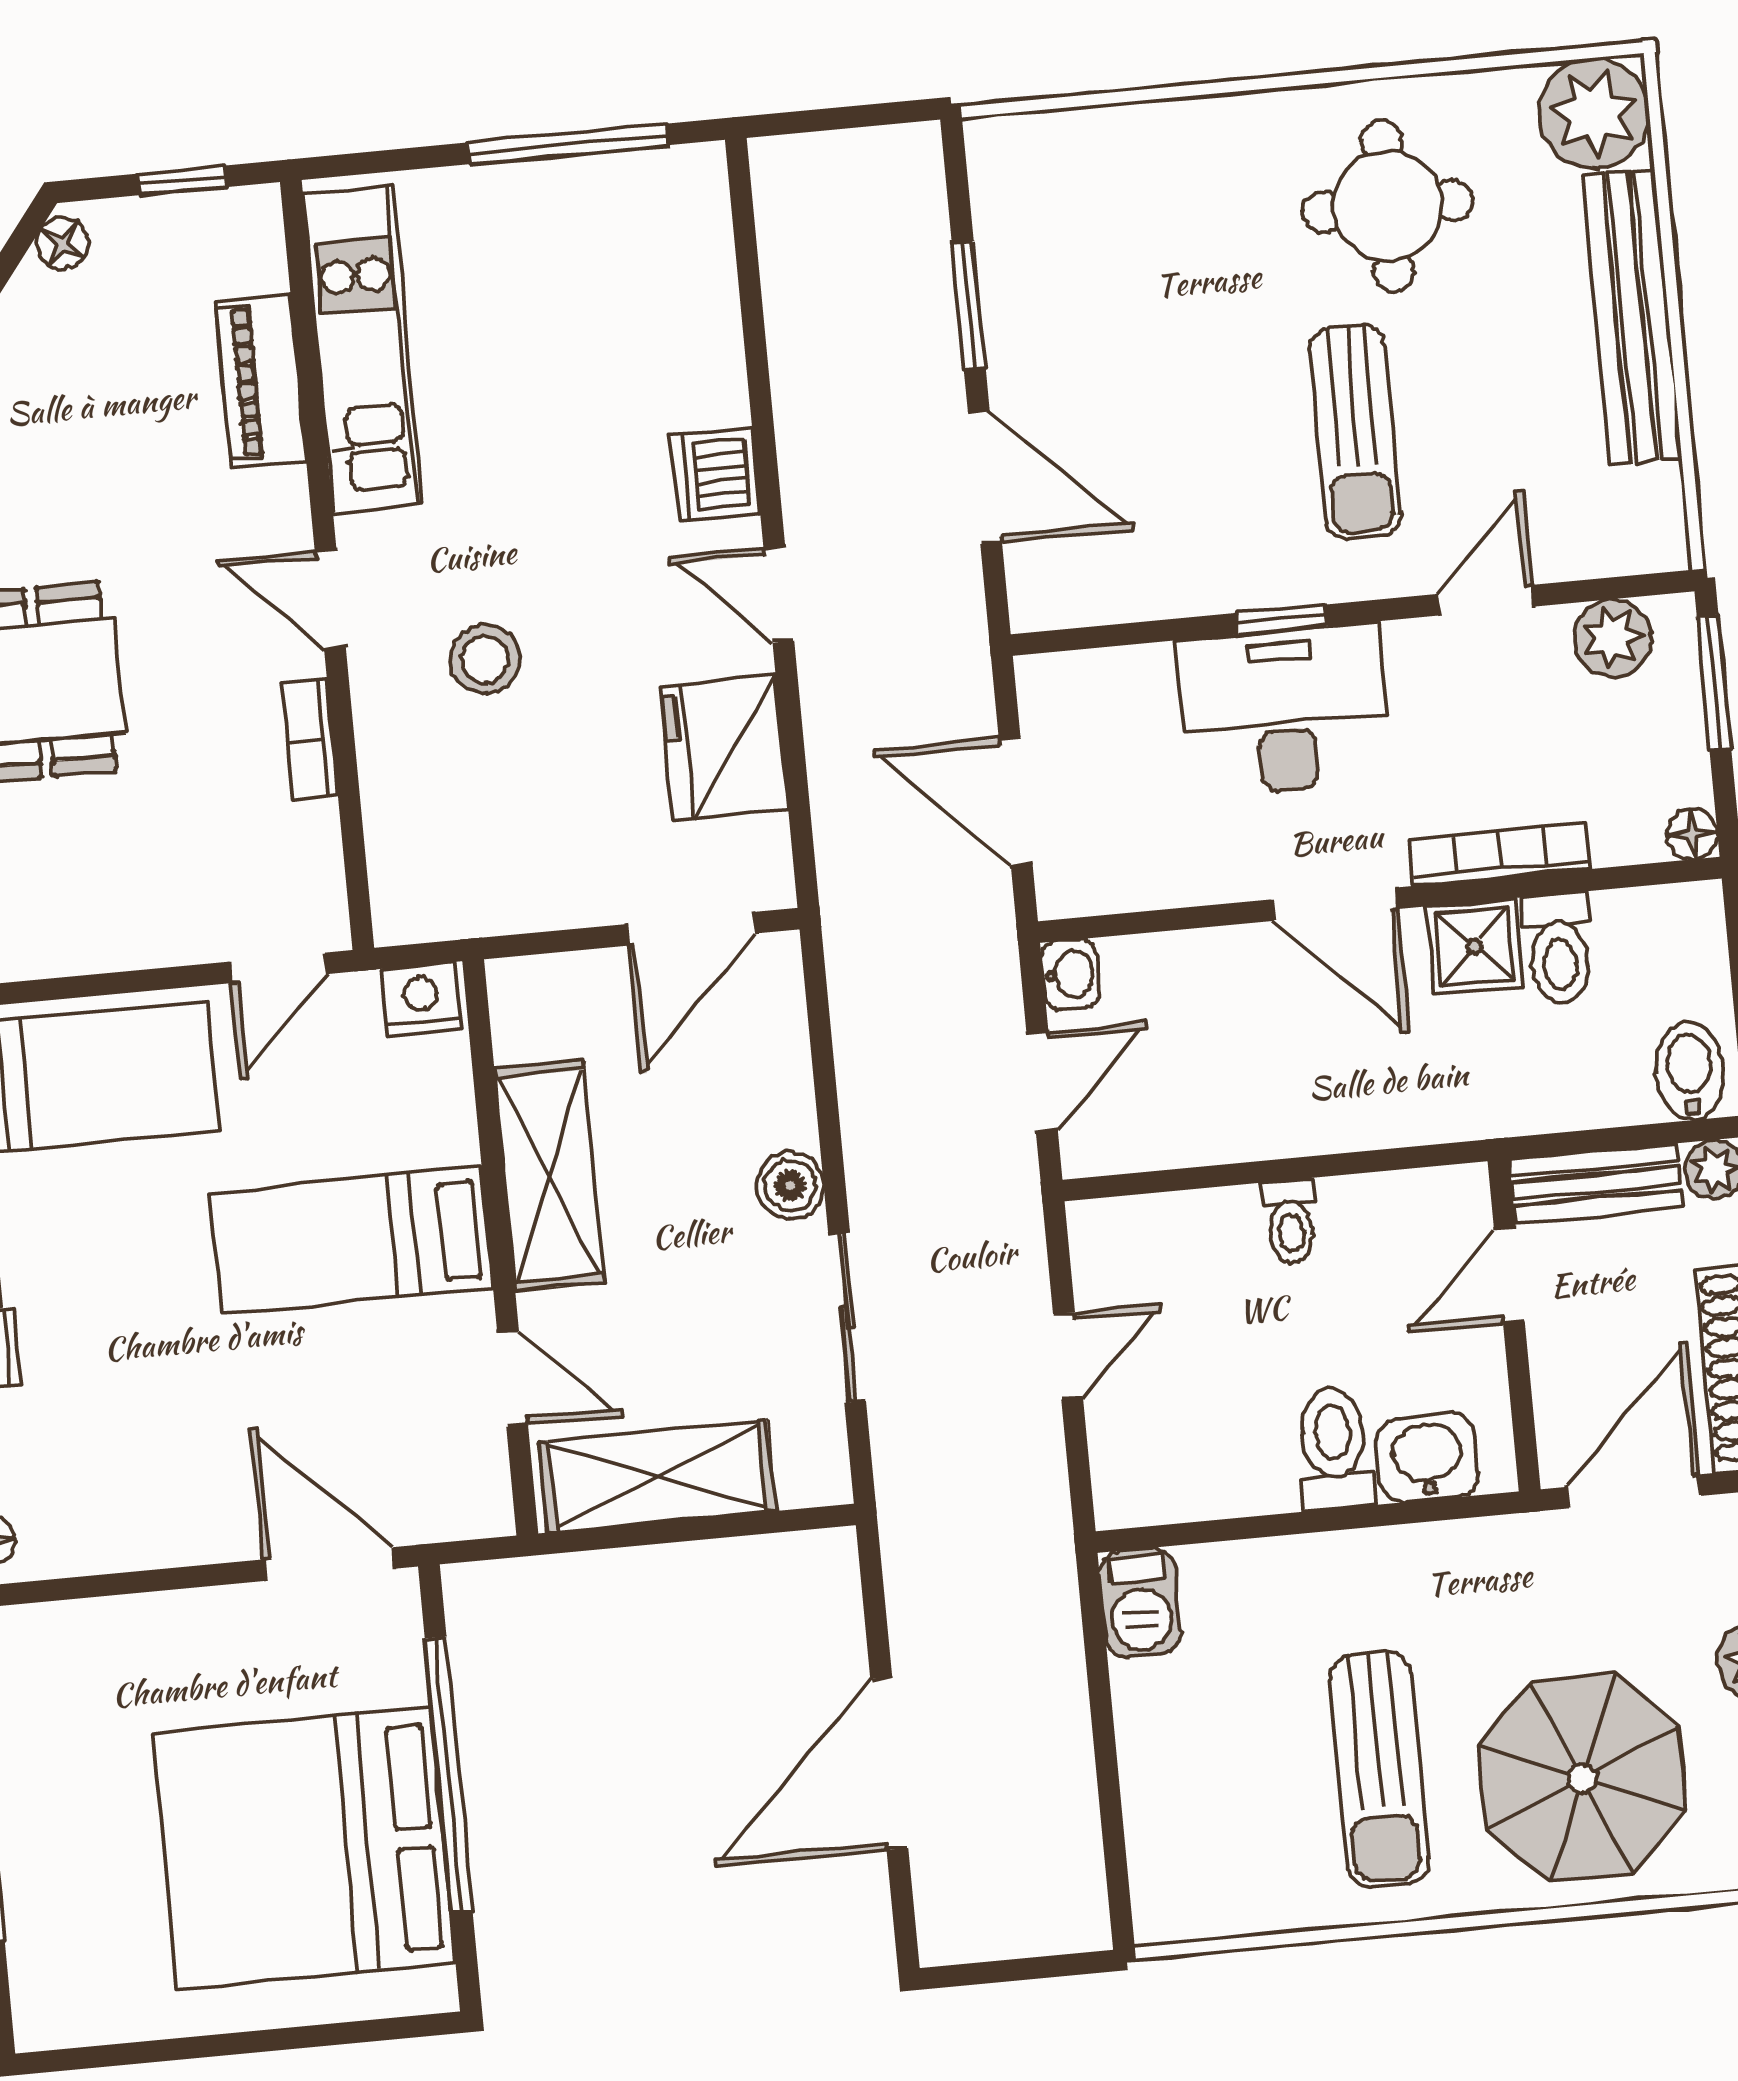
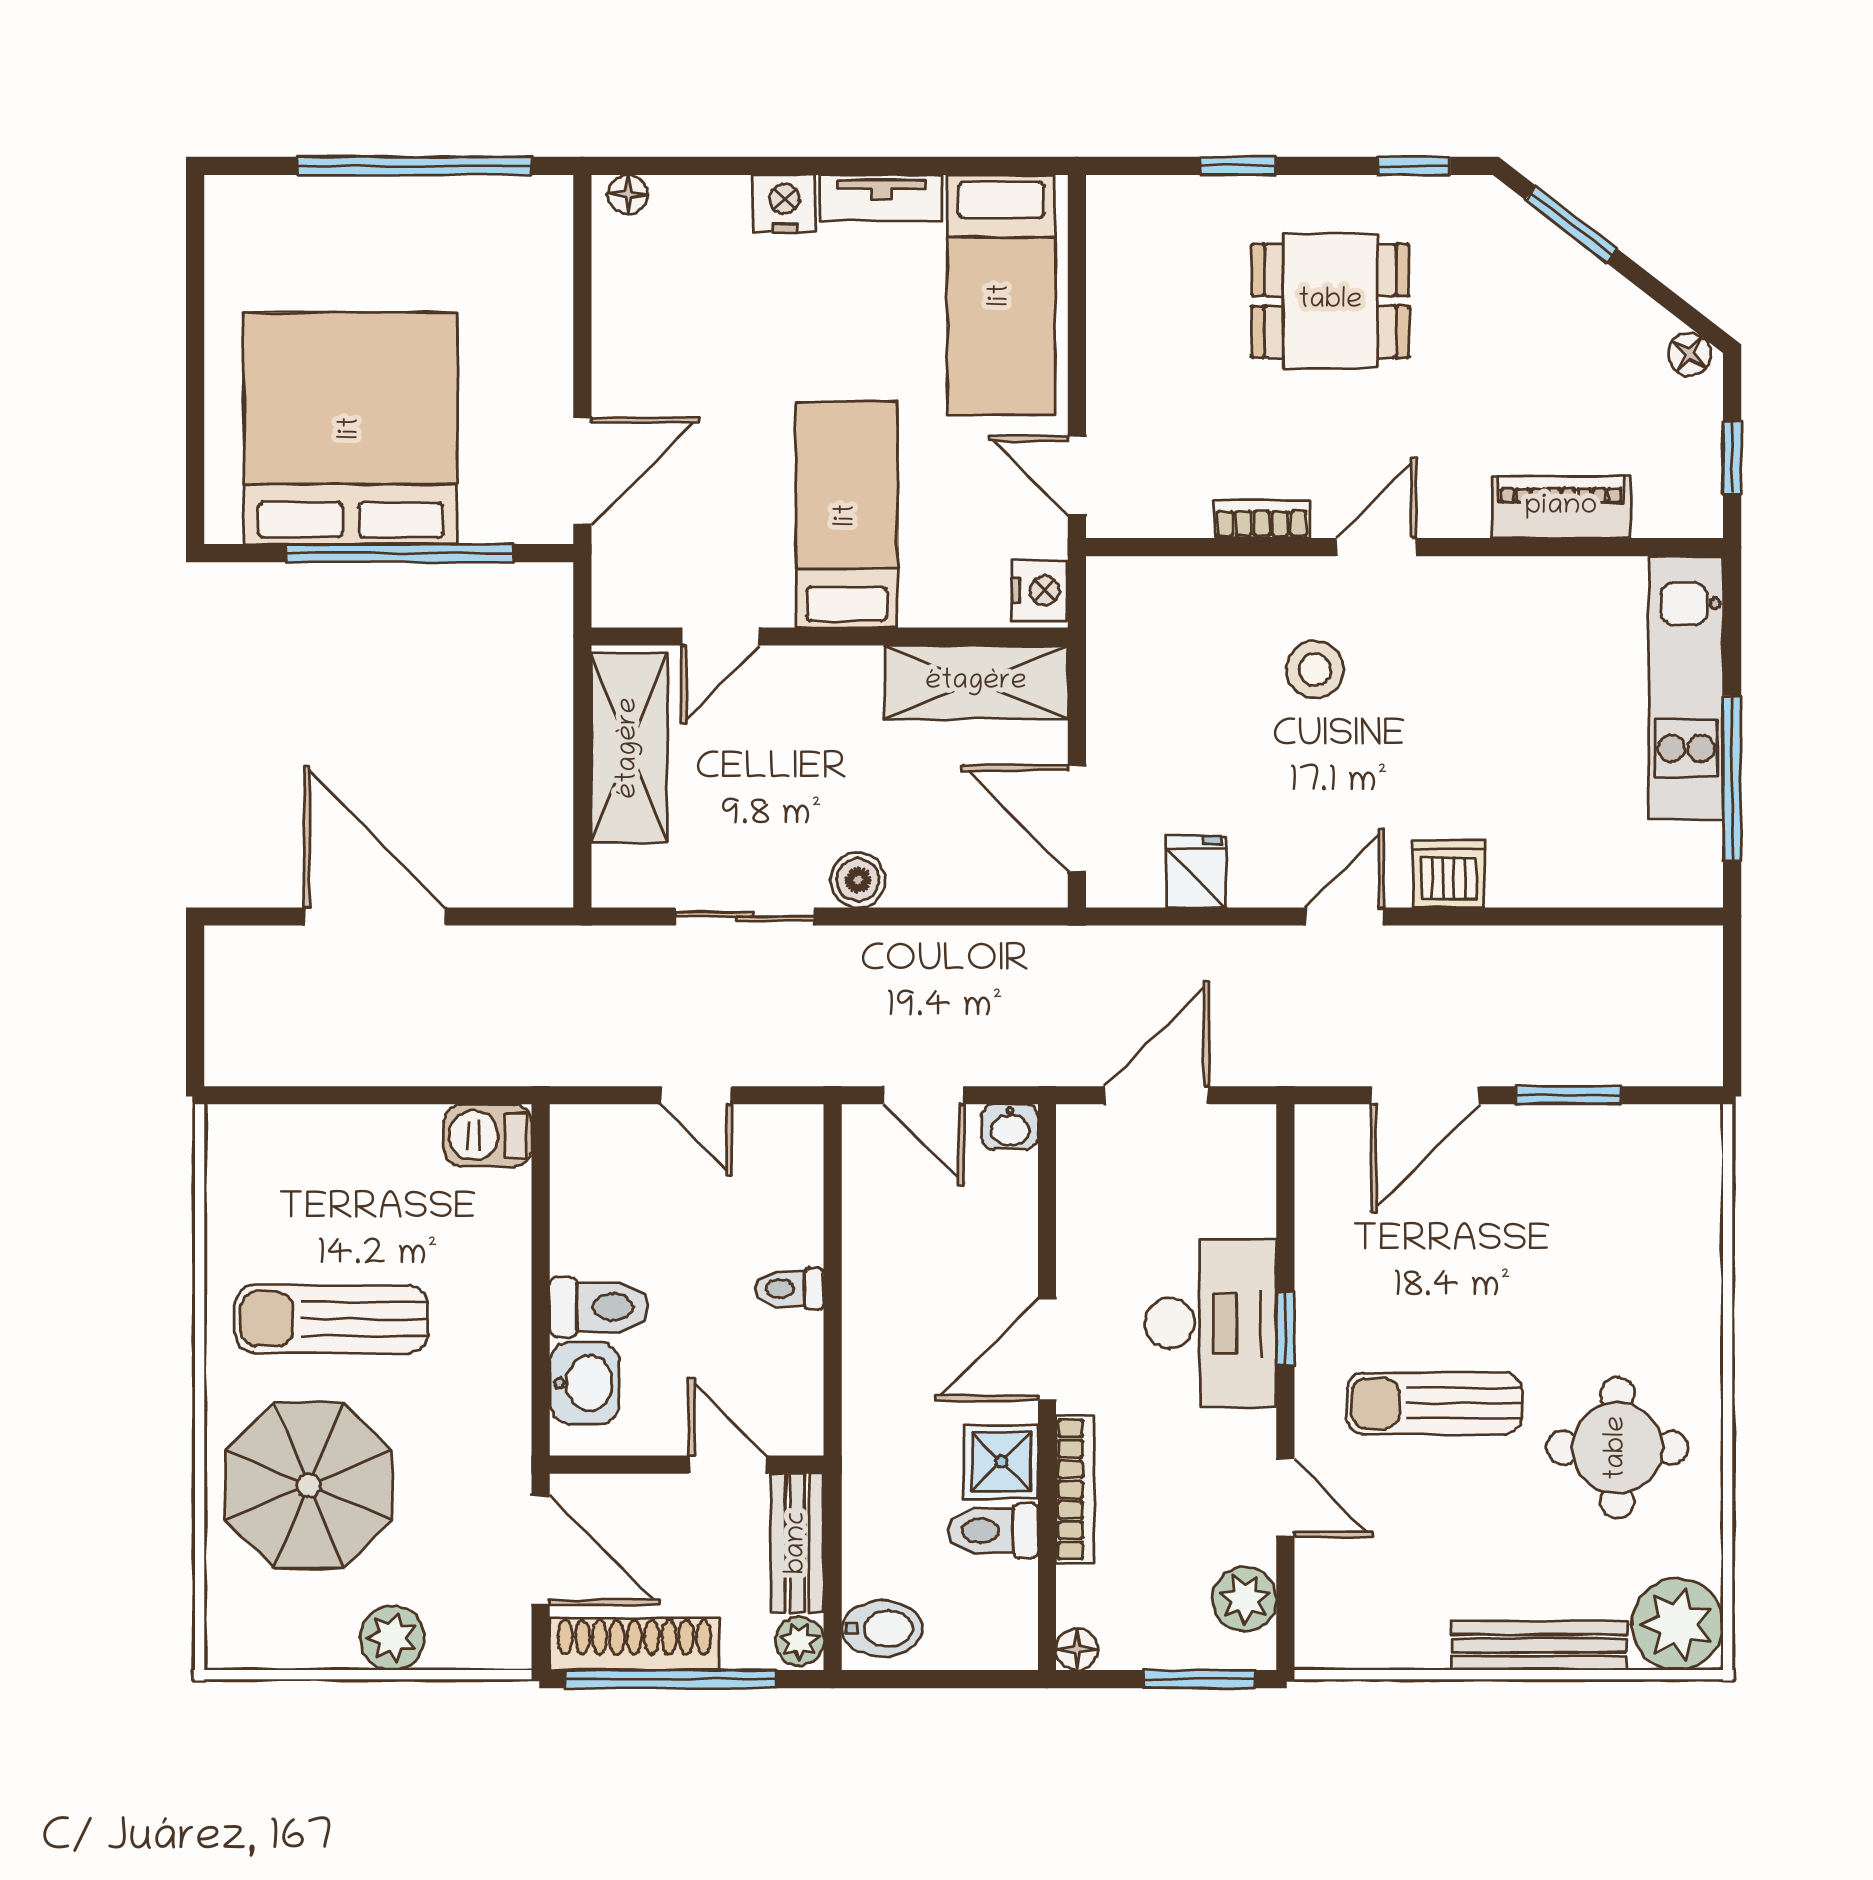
bench: (1632, 317) -> (1539, 1646), width x0.73, depth x0.82
kitchen unit: (363, 349) -> (1686, 688), moved, turned 90
fridge: (724, 748) -> (1196, 872), width x0.53, depth x0.75
shelving: (549, 1176) -> (976, 682), moved

